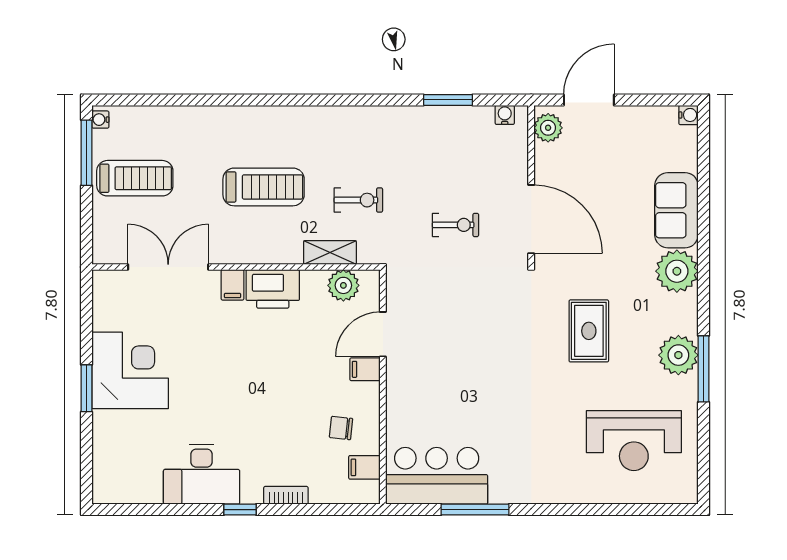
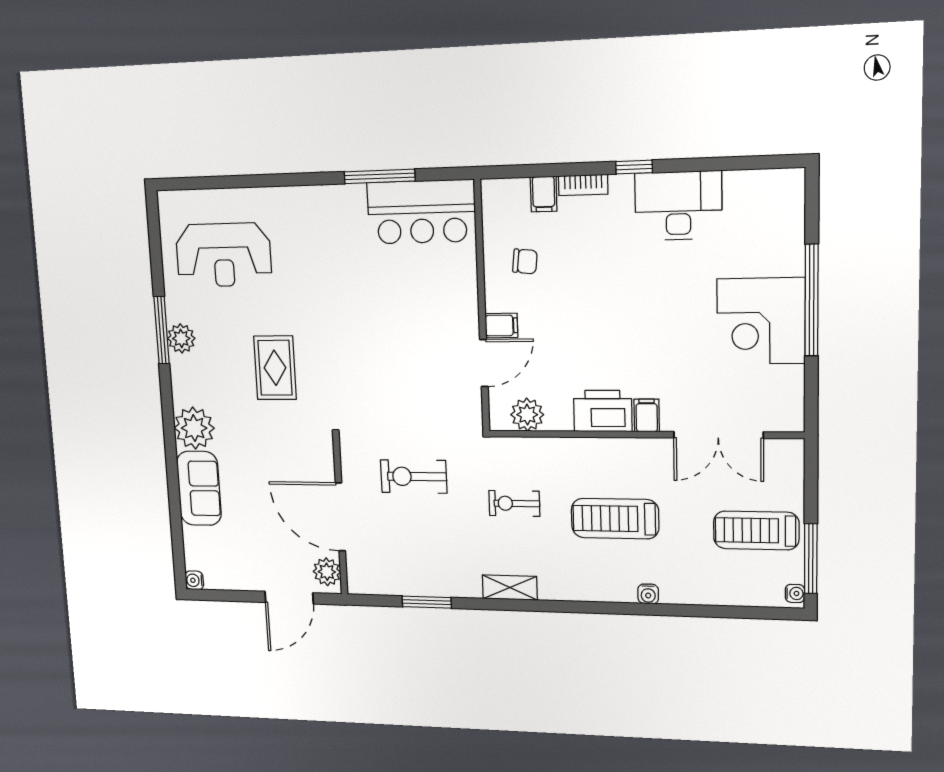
water cooler: (505, 115) -> (648, 594), moved
door: (531, 219) -> (340, 517), moved
exercise bike: (455, 225) -> (414, 476), width x1.38, depth x1.39
shelving: (330, 252) -> (510, 587), moved
plant: (678, 355) -> (181, 338), width x0.73, depth x0.73
window: (86, 388) -> (812, 300), width x2.11
reception desk: (634, 441) -> (224, 255), turned 180
filing cabinet: (364, 467) -> (544, 194), moved, turned 90

